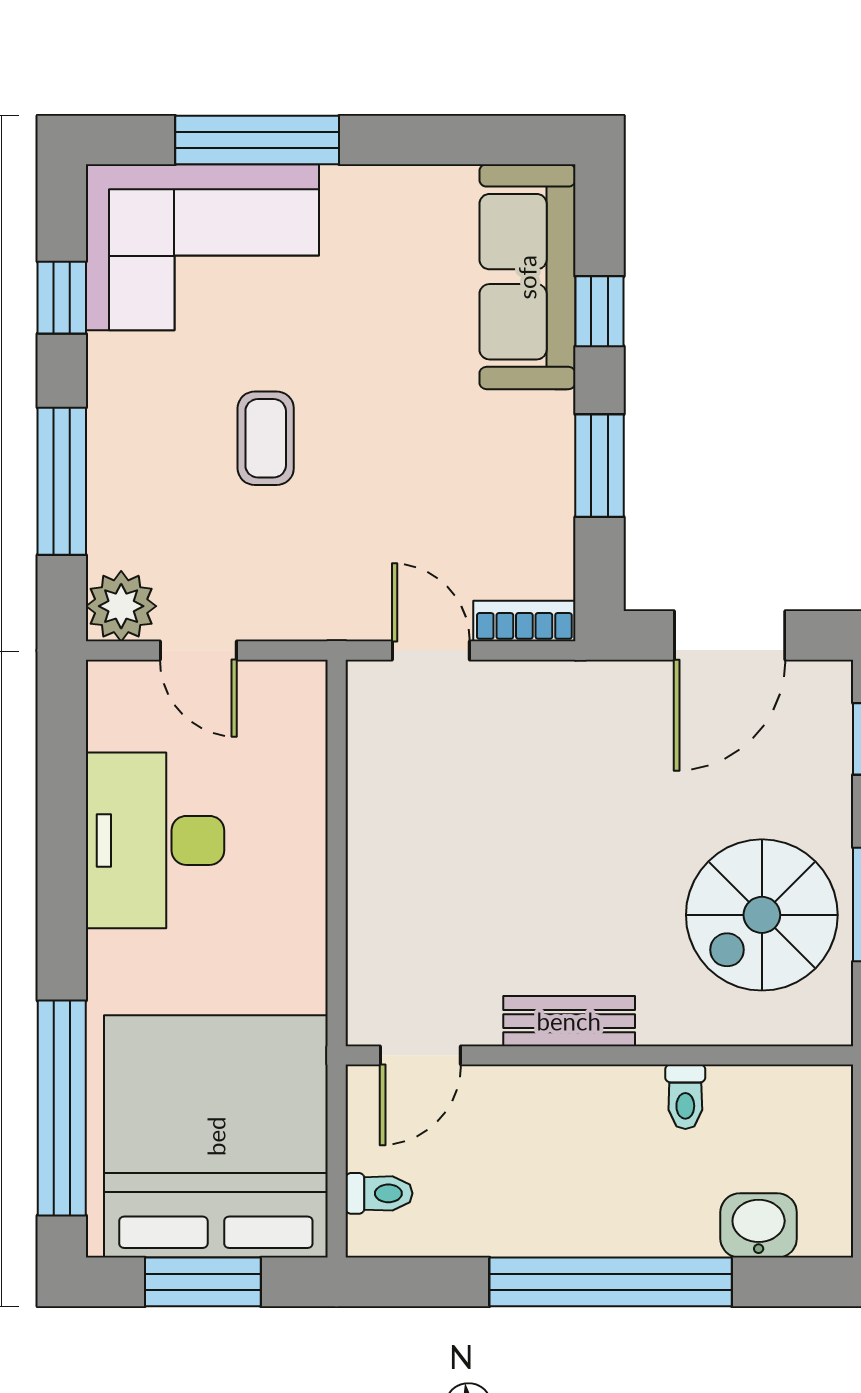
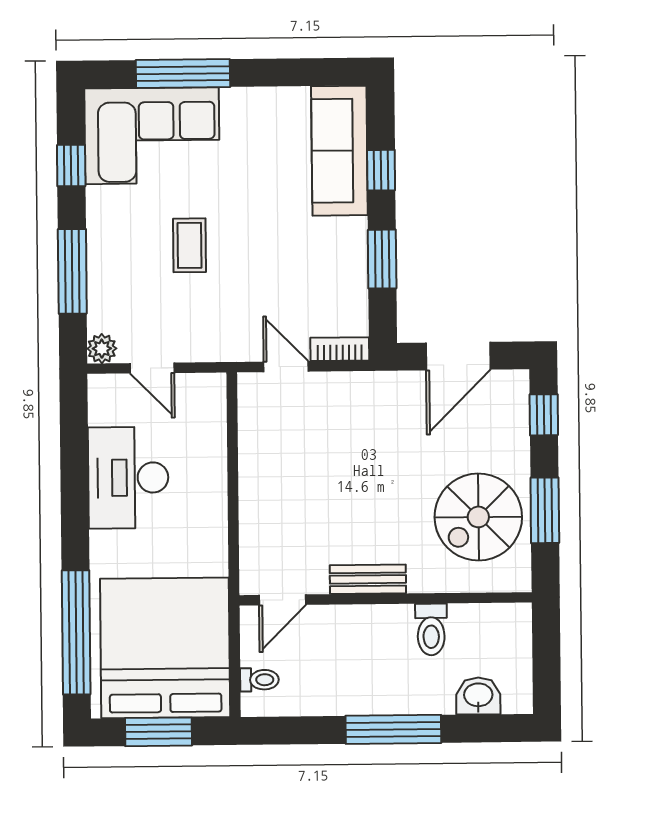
plant: (121, 606) -> (102, 349), width x0.73, depth x0.73
toilet: (685, 1097) -> (431, 629), width x1.37, depth x1.39
window: (611, 1282) -> (393, 729), width x0.68

